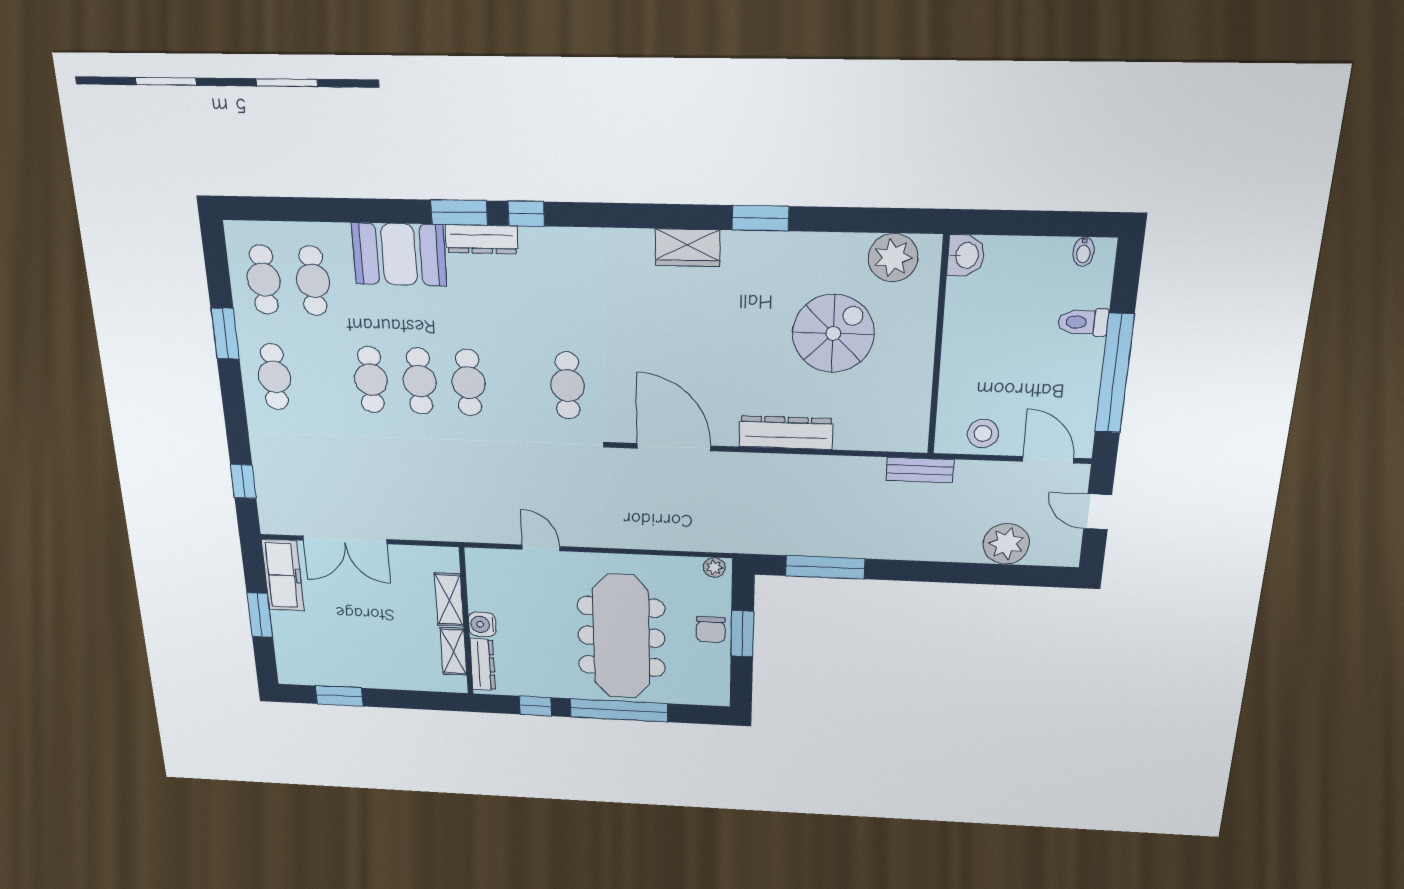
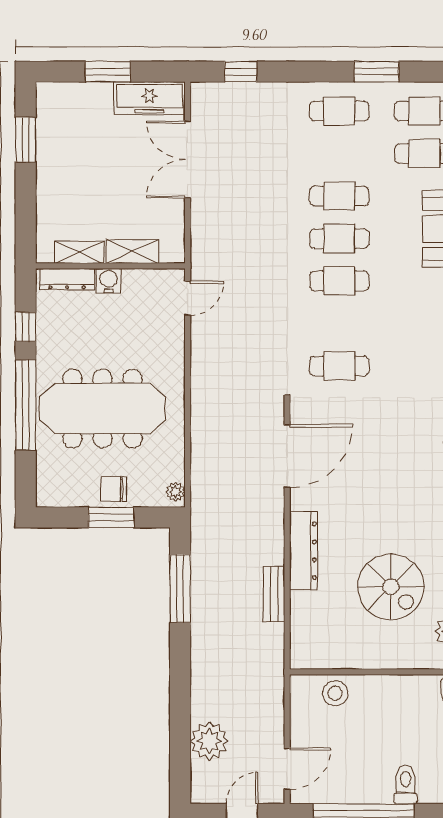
stool: (983, 433) -> (335, 693), moved
bench: (920, 470) -> (274, 594), moved
door: (541, 548) -> (188, 298), moved

